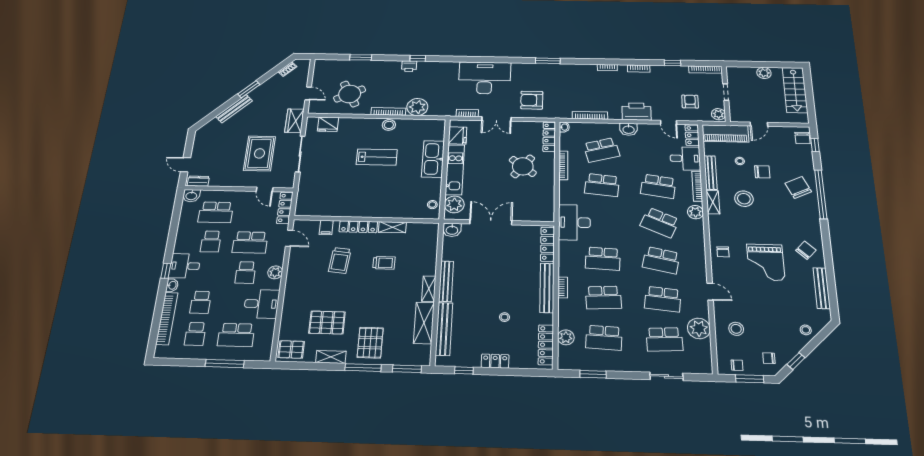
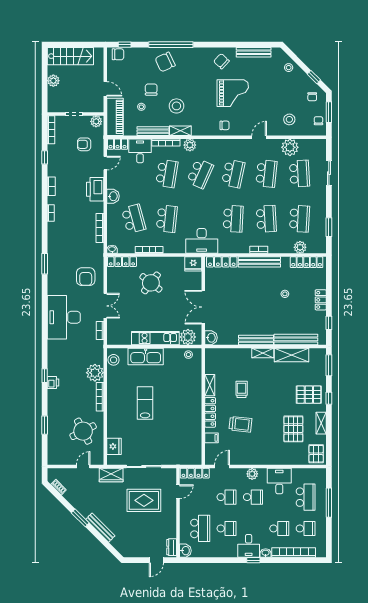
stool: (389, 125) -> (114, 360), moved
fridge: (457, 135) -> (193, 264), moved, turned 180
school desk: (250, 242) -> (227, 497), width x0.54
window: (363, 368) -> (329, 398), width x0.46

